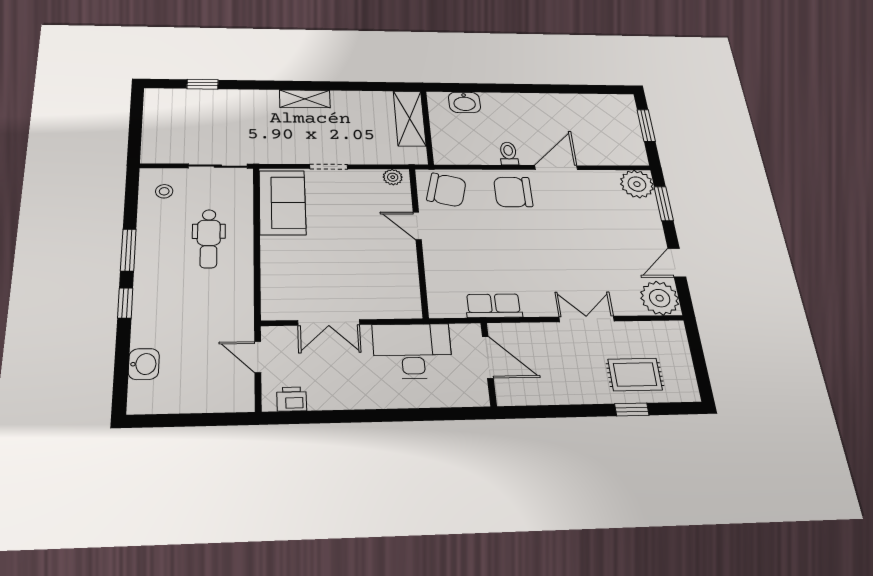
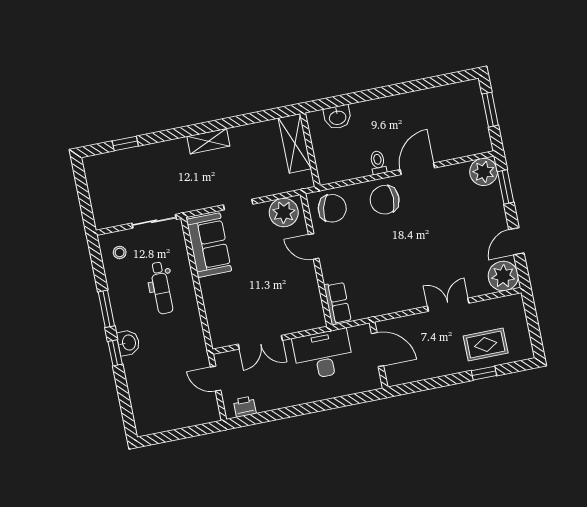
plant: (393, 177) -> (284, 212), width x1.88, depth x1.88
row of seats: (494, 306) -> (337, 303), moved, turned 90
washbasin: (144, 364) -> (128, 343), moved

